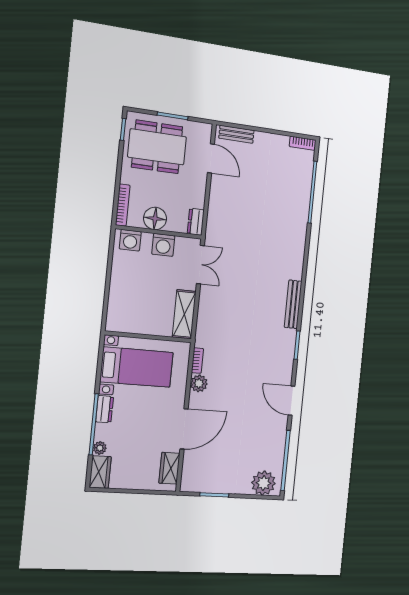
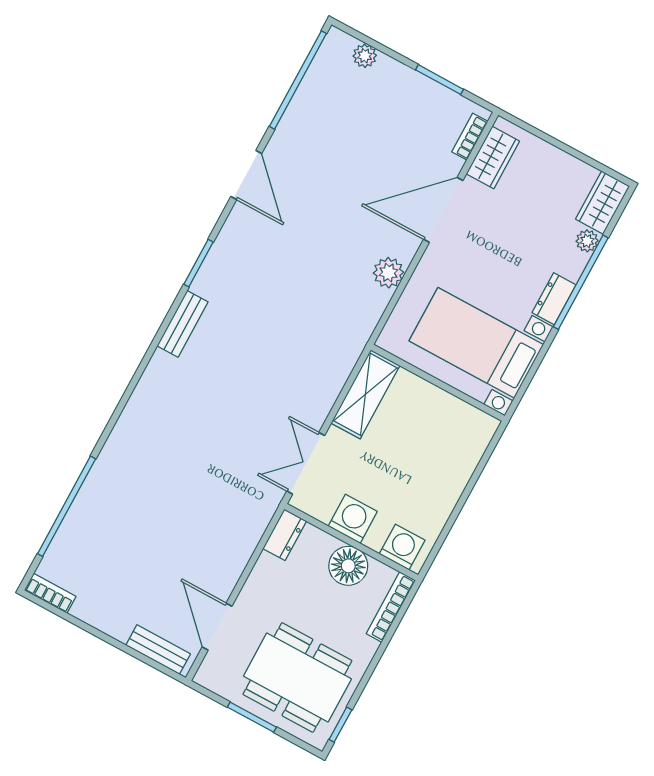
bench: (293, 304) -> (182, 324), width x0.73
bookcase: (197, 361) -> (470, 137), moved
plant: (263, 483) -> (365, 56), width x0.53, depth x0.53

